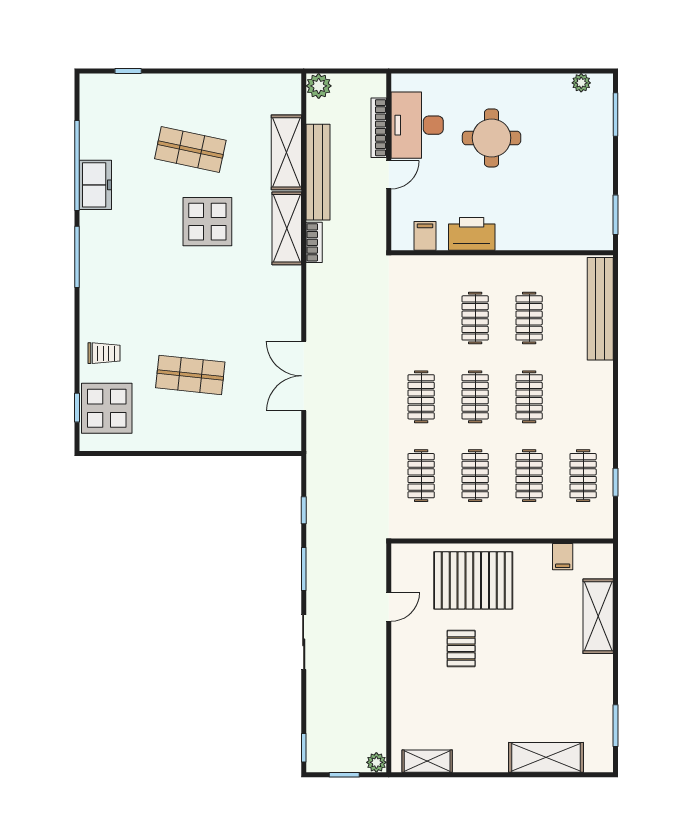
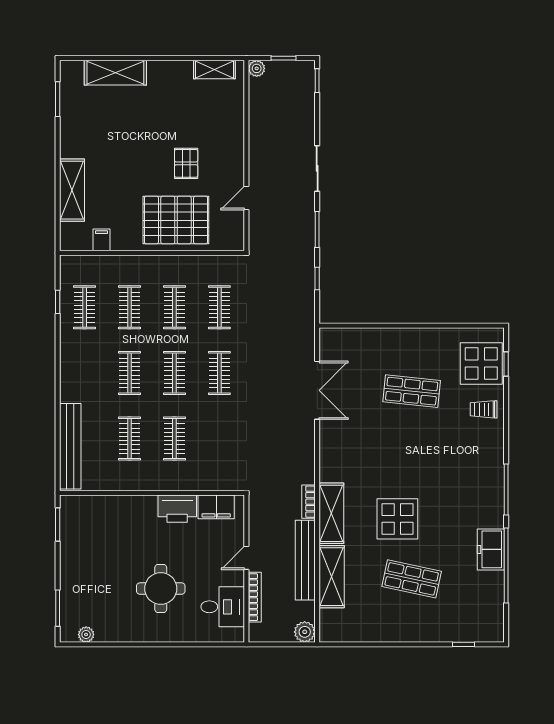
desk: (417, 125) -> (223, 607), width x0.73
filing cabinet: (425, 236) -> (216, 507), width x2.00

